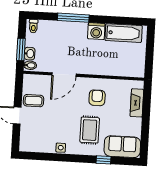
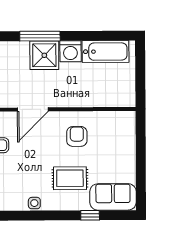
shower: (76, 33) -> (44, 55), added
fireplace: (137, 103) -> (128, 140), removed
rug: (90, 130) -> (70, 178), turned 90

